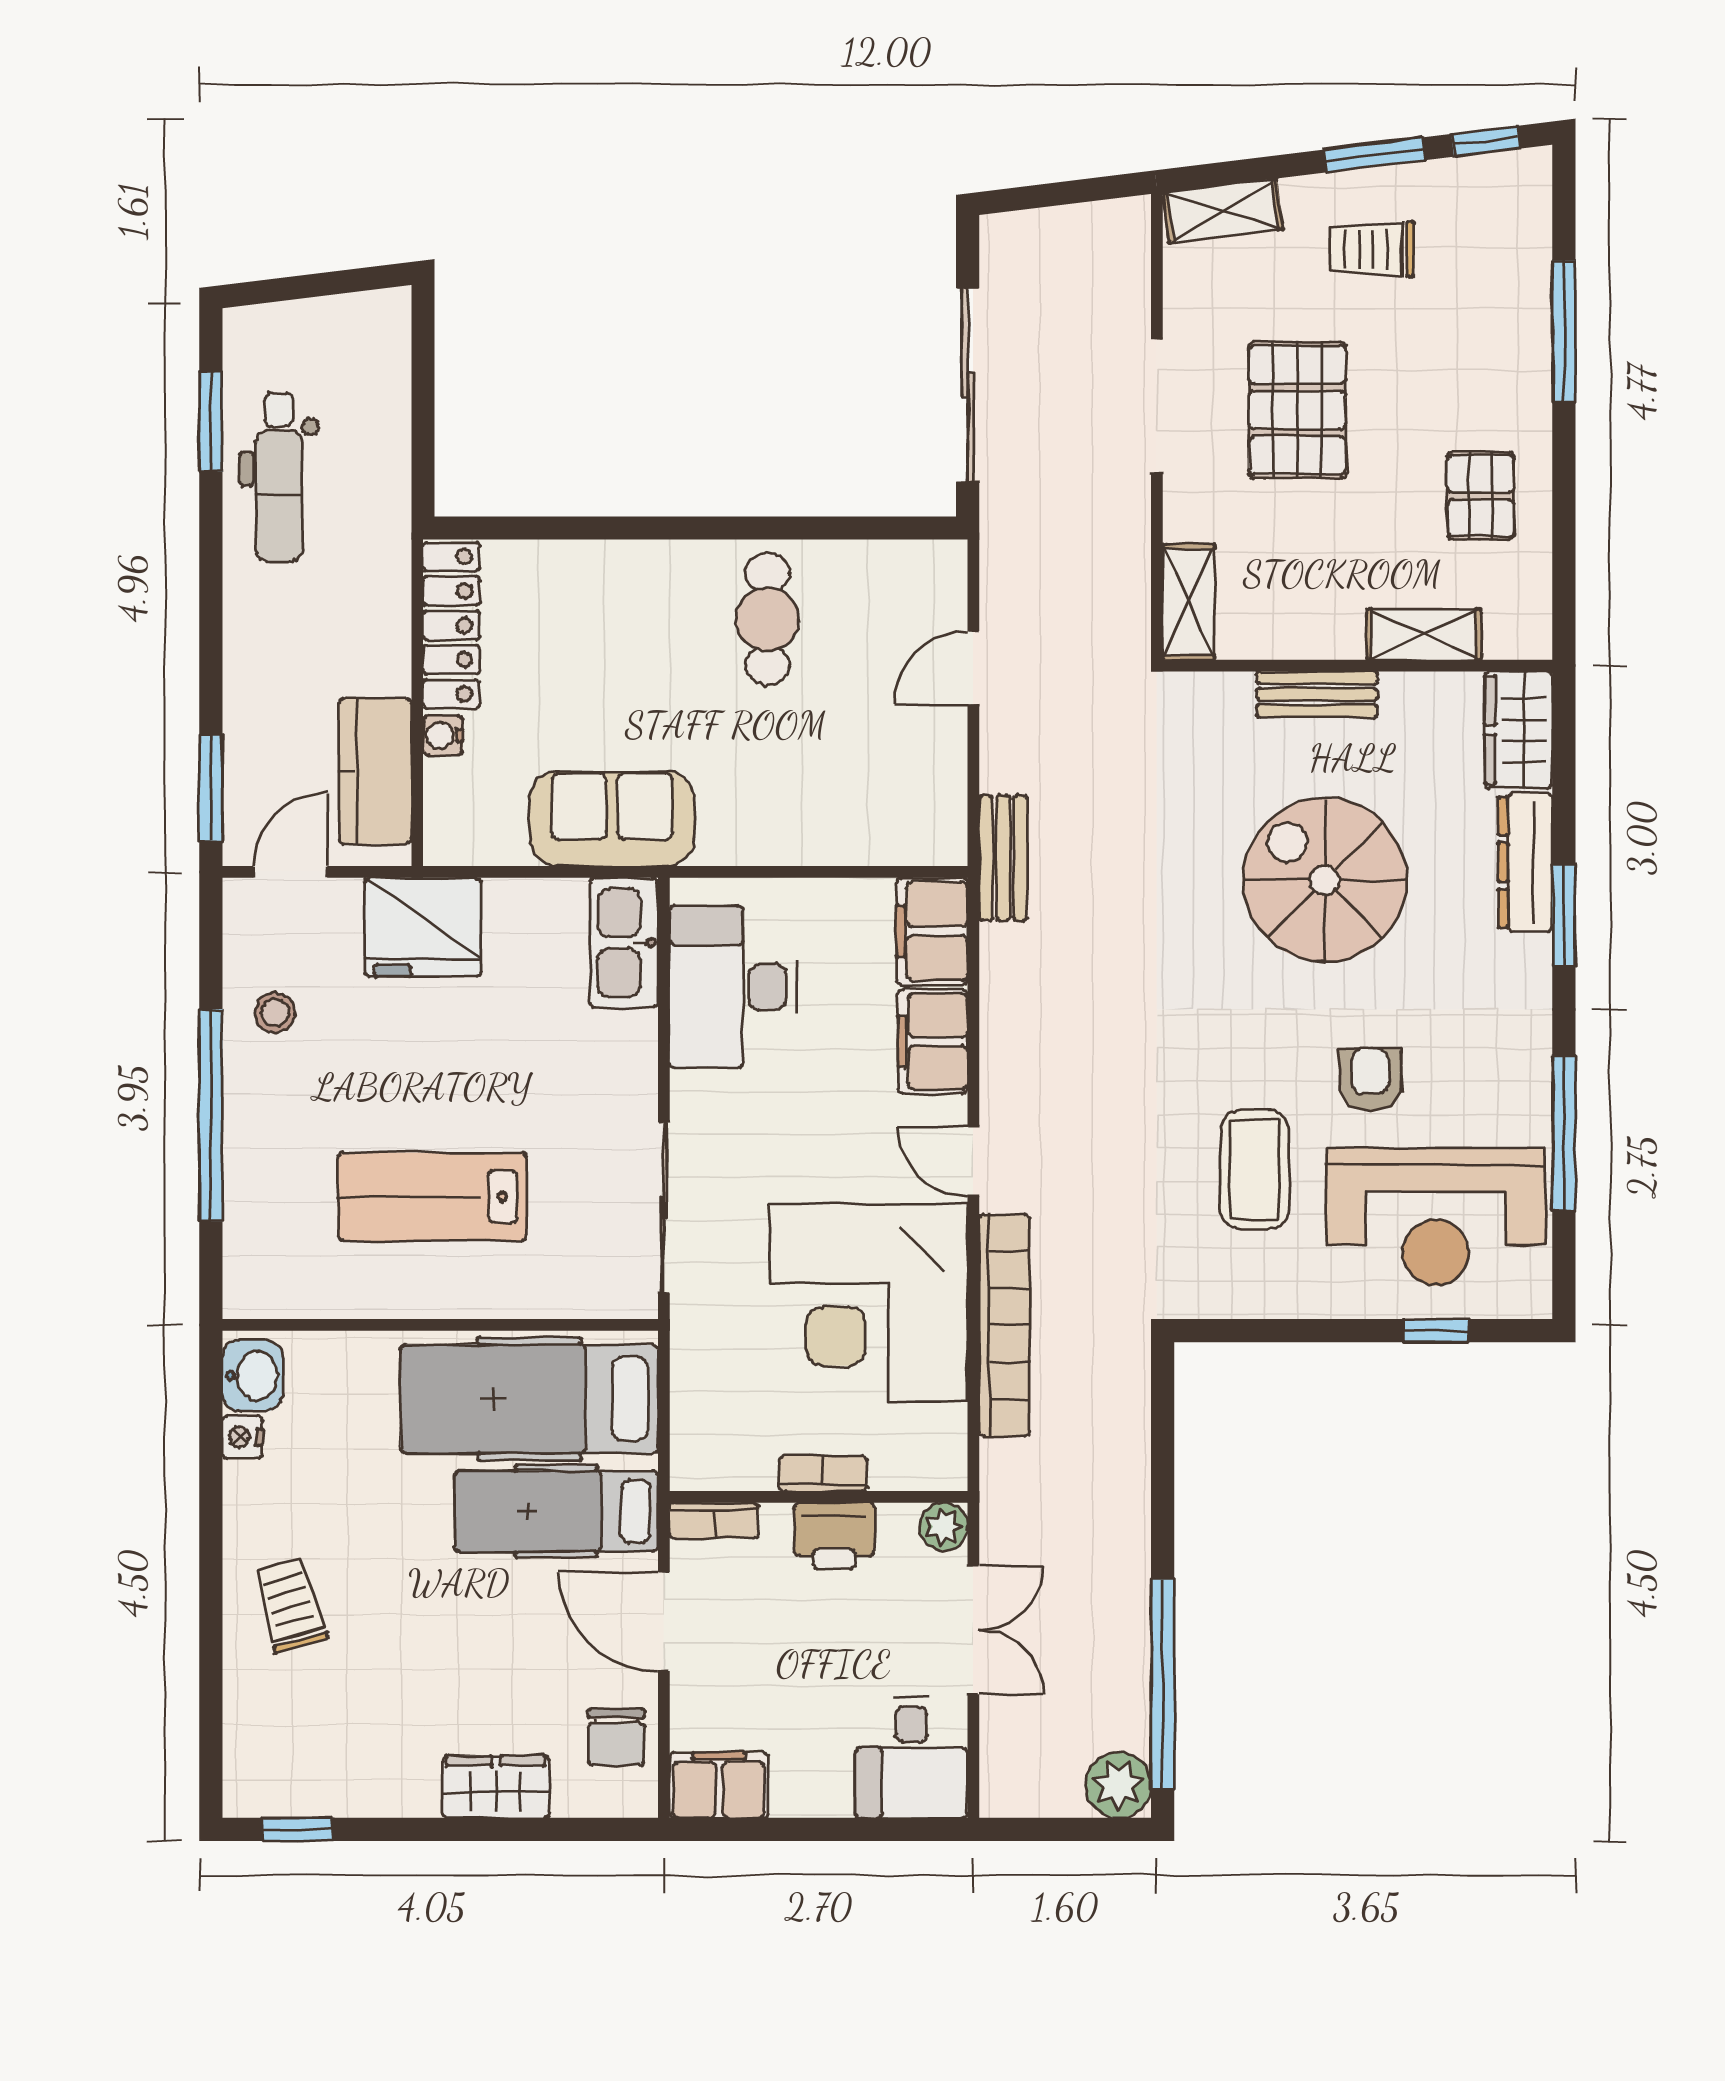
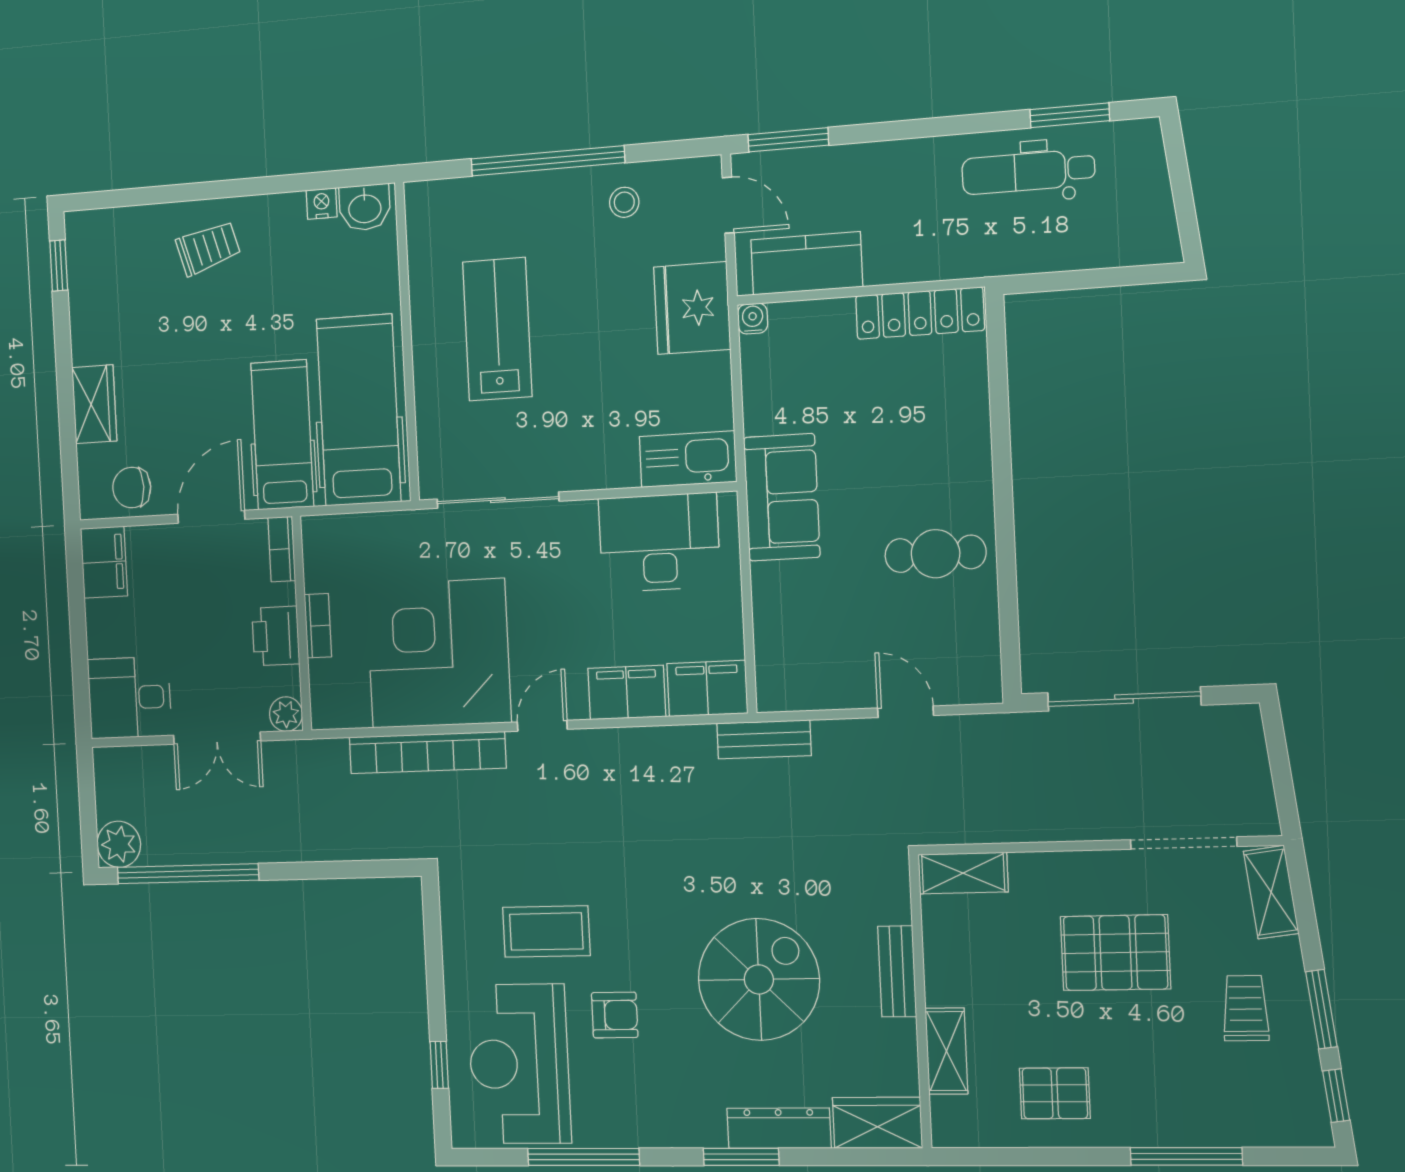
doorway: (1157, 406) -> (1184, 843), moved
water cooler: (443, 735) -> (753, 319), moved
sofa: (612, 819) -> (782, 497), moved

